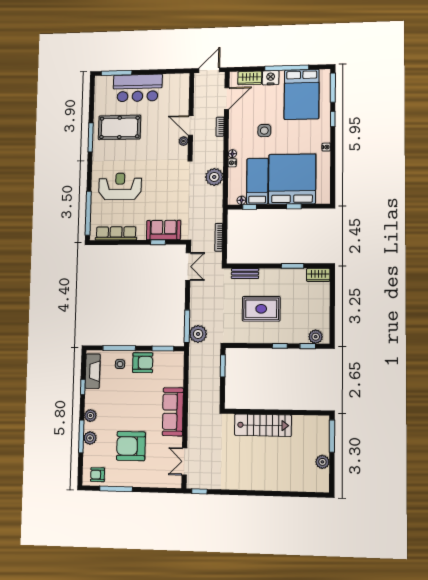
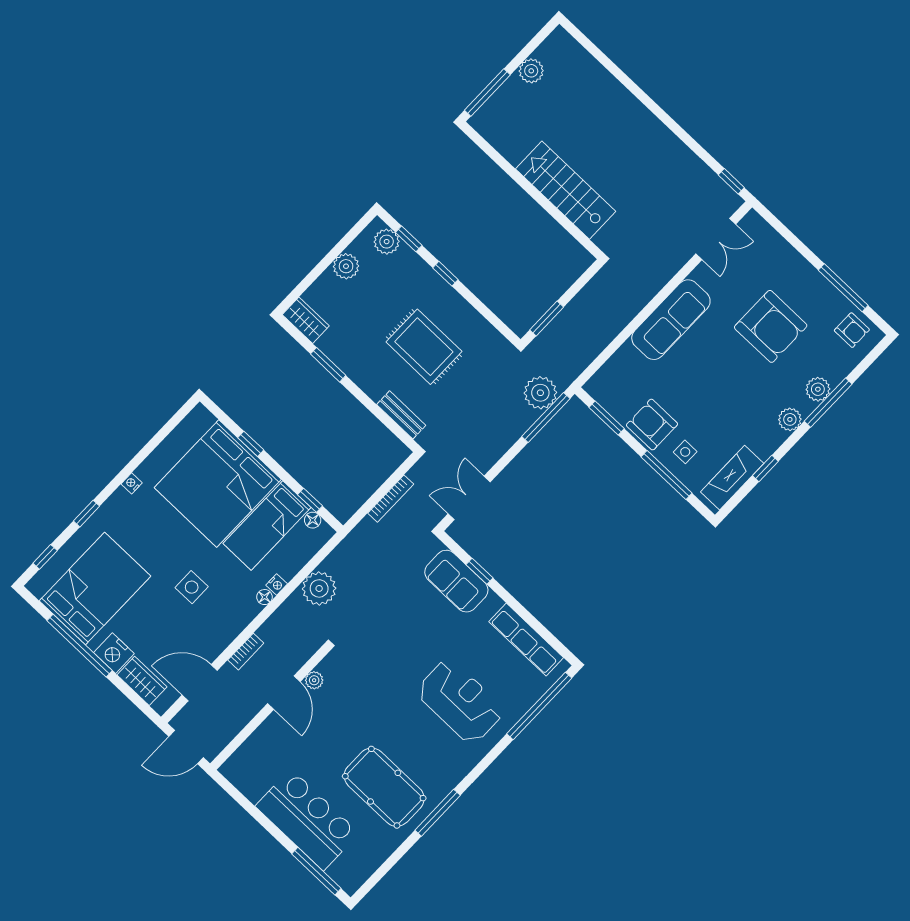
window: (333, 88) -> (45, 557), width x0.46
reception desk: (120, 186) -> (460, 701), turned 180
plant: (323, 312) -> (346, 266), added

